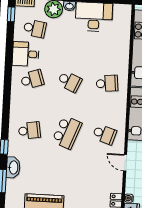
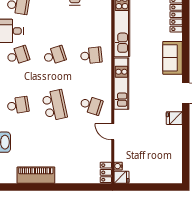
school desk: (70, 81) -> (55, 55), turned -42
school desk: (67, 132) -> (55, 105), turned -33

